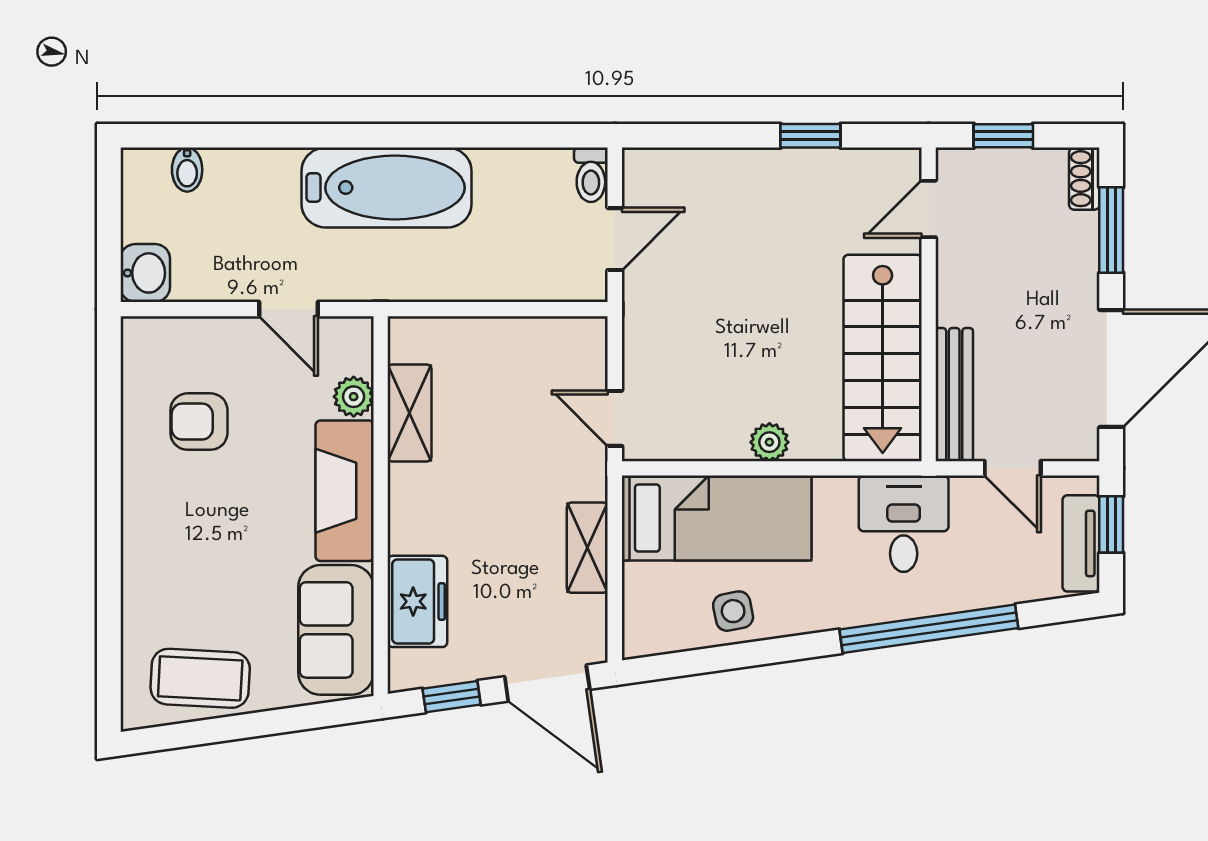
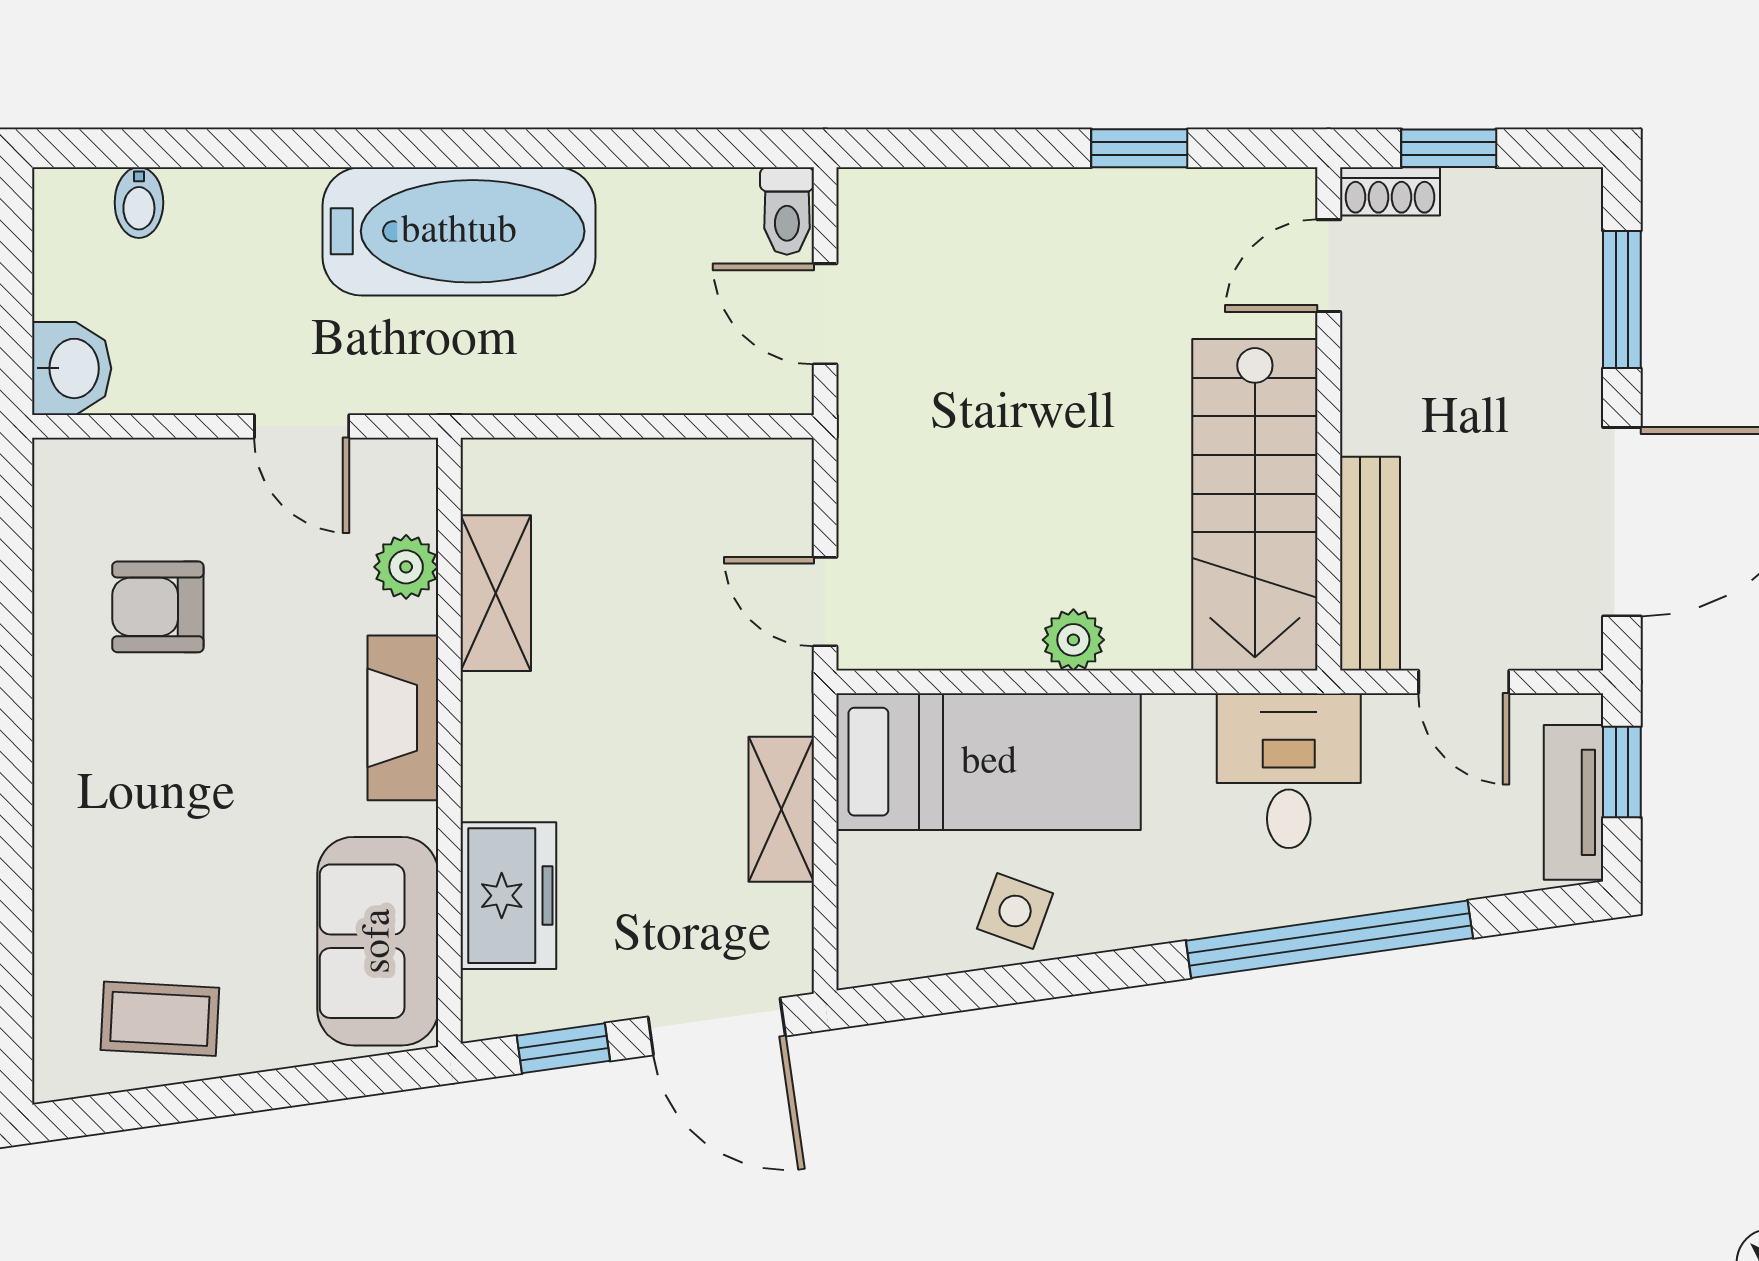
shoe rack: (1084, 179) -> (1390, 191), moved, turned -90
door: (615, 239) -> (825, 314), swing flipped
fireplace: (345, 491) -> (403, 718), width x0.73, depth x0.76
side table: (733, 611) -> (1015, 911), turned 31
coffee table: (200, 678) -> (160, 1019), width x0.73, depth x0.77

